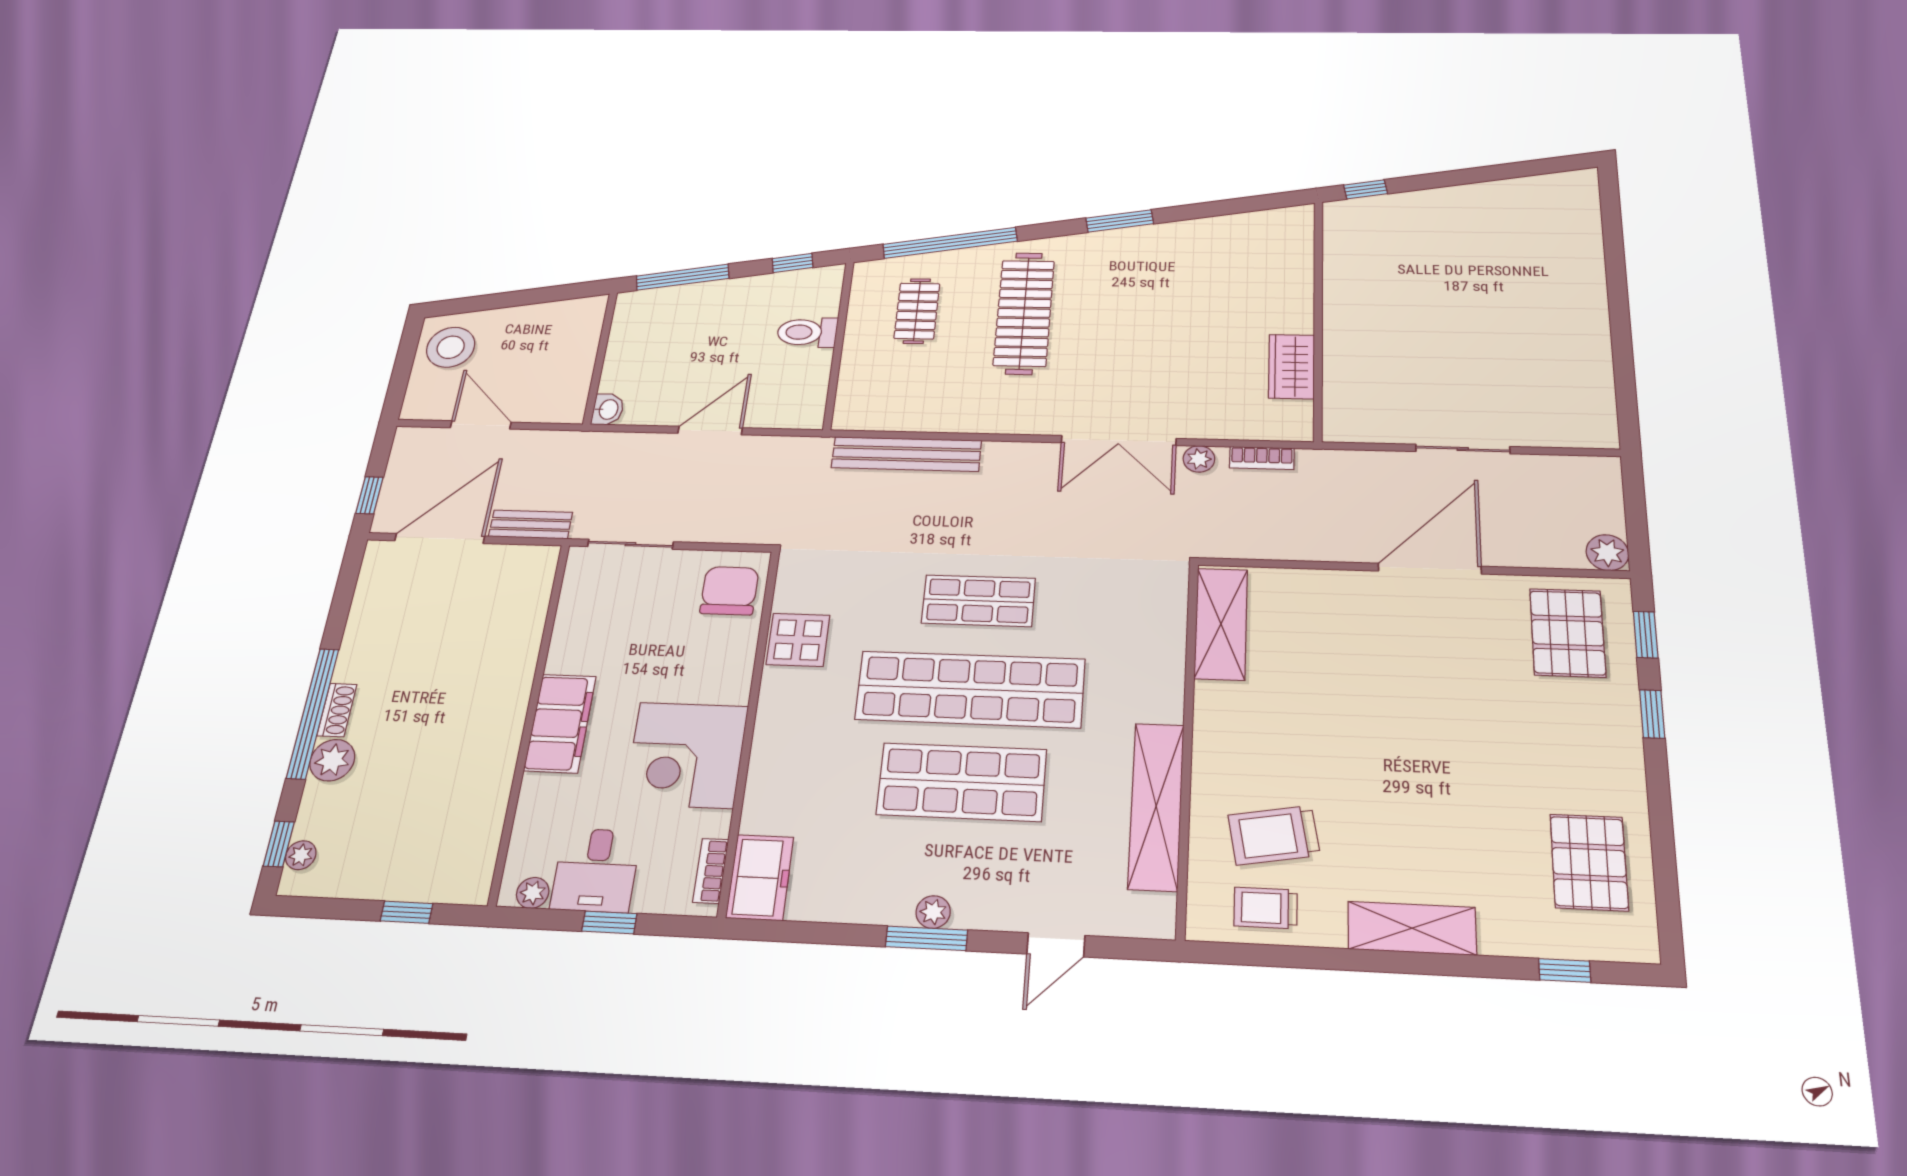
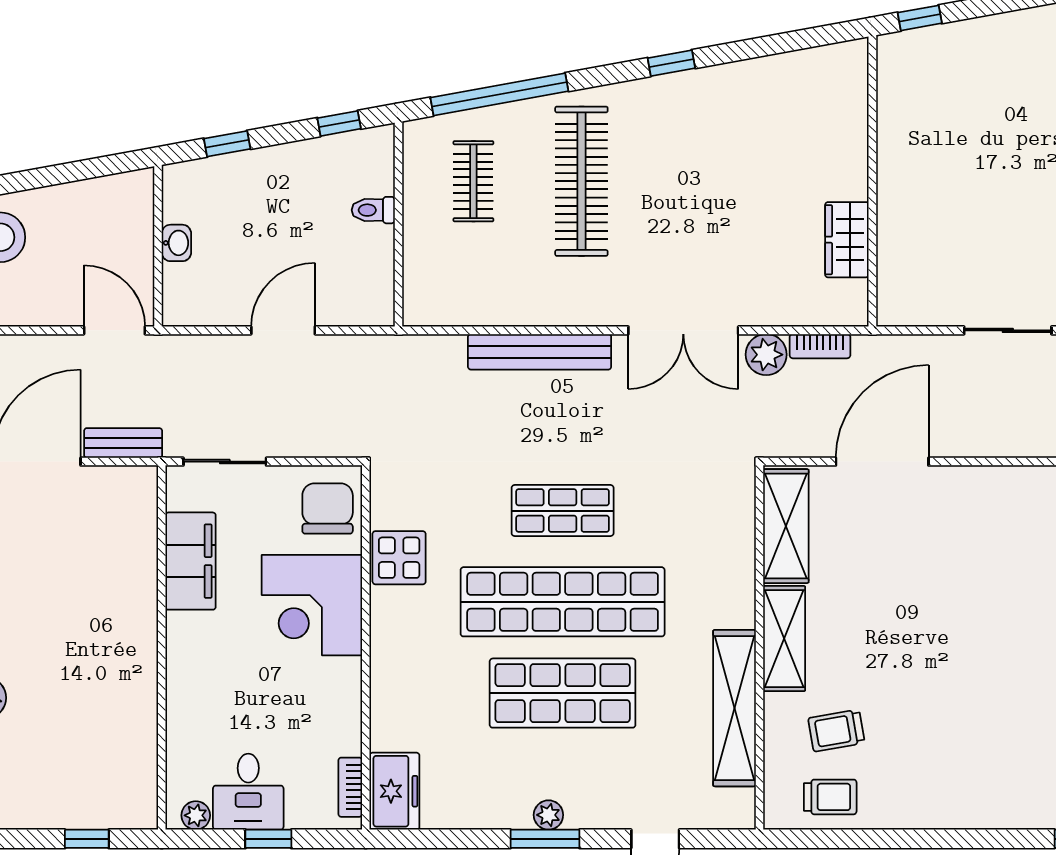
window: (1120, 221) -> (671, 63), width x0.67
window: (683, 277) -> (227, 144), width x0.46
toilet: (807, 332) -> (373, 210), width x0.73, depth x0.72
washbasin: (608, 409) -> (176, 243), moved
door: (481, 425) -> (114, 330), moved
bench: (906, 454) -> (540, 352), moved
plant: (1199, 459) -> (766, 355), width x1.38, depth x1.38
door: (1430, 569) -> (882, 462), moved
filing cabinet: (560, 723) -> (191, 561), moved
corner desk: (686, 755) -> (312, 605), moved
trolley: (1274, 835) -> (836, 731), width x0.73, depth x0.72
trolley: (1266, 908) -> (830, 797), turned 180
shelving: (1412, 928) -> (784, 639), moved, turned 90

